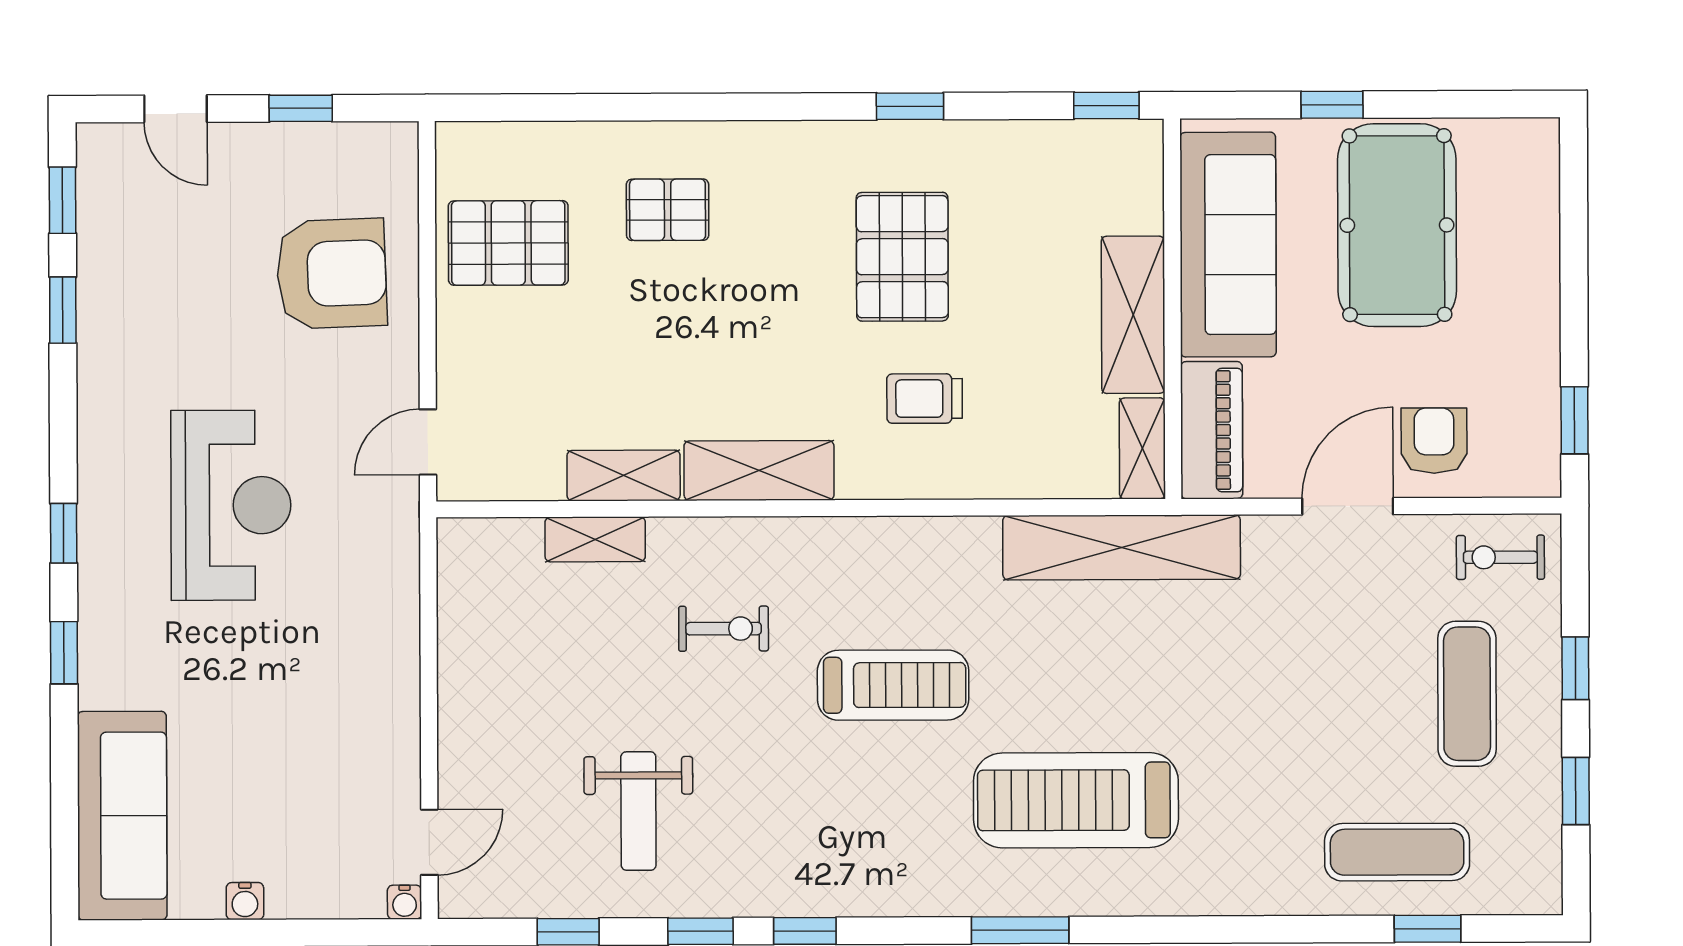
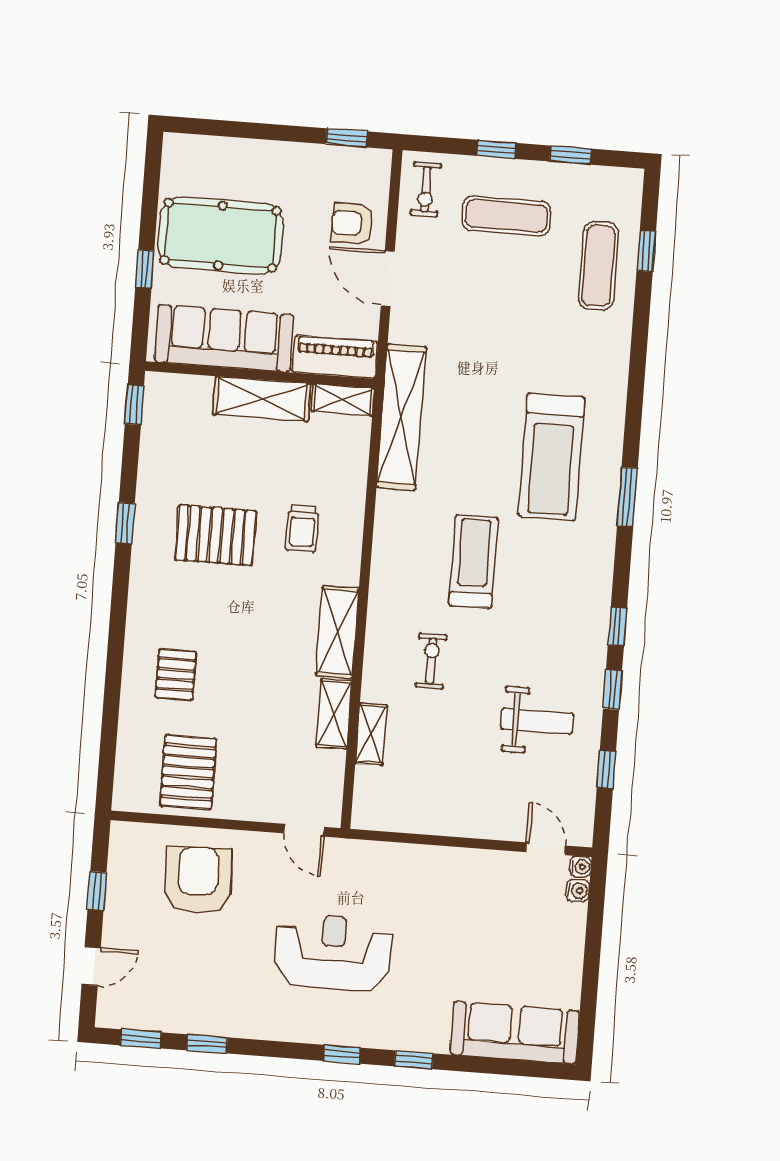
water cooler: (245, 901) -> (578, 891), moved

